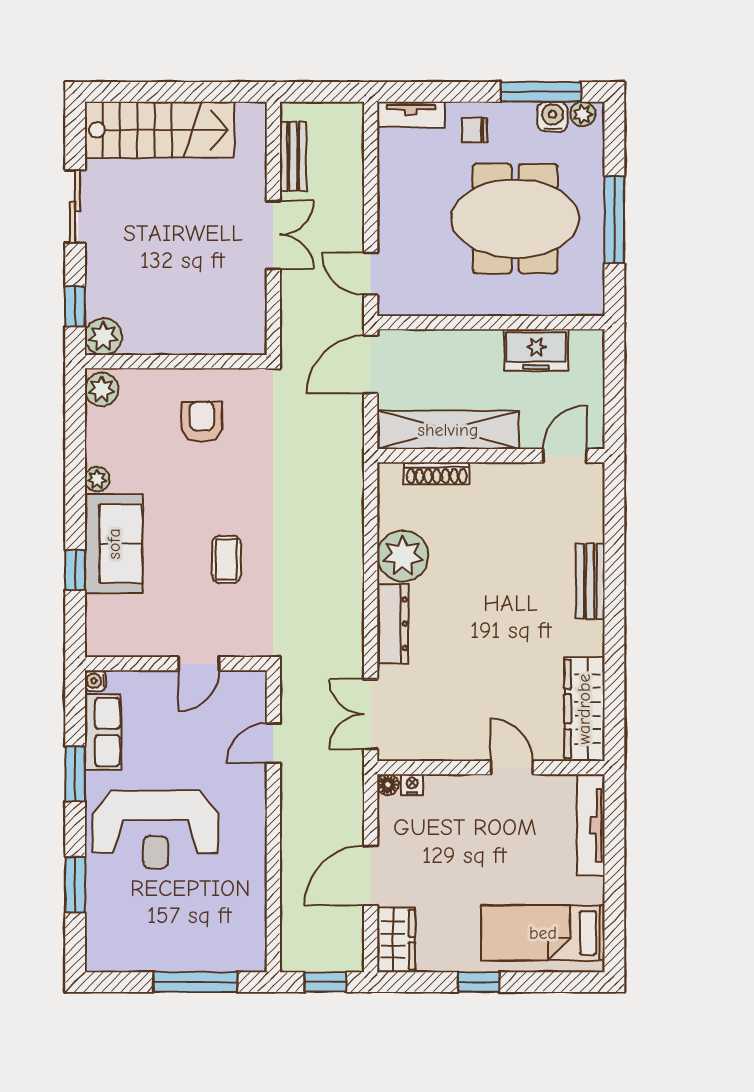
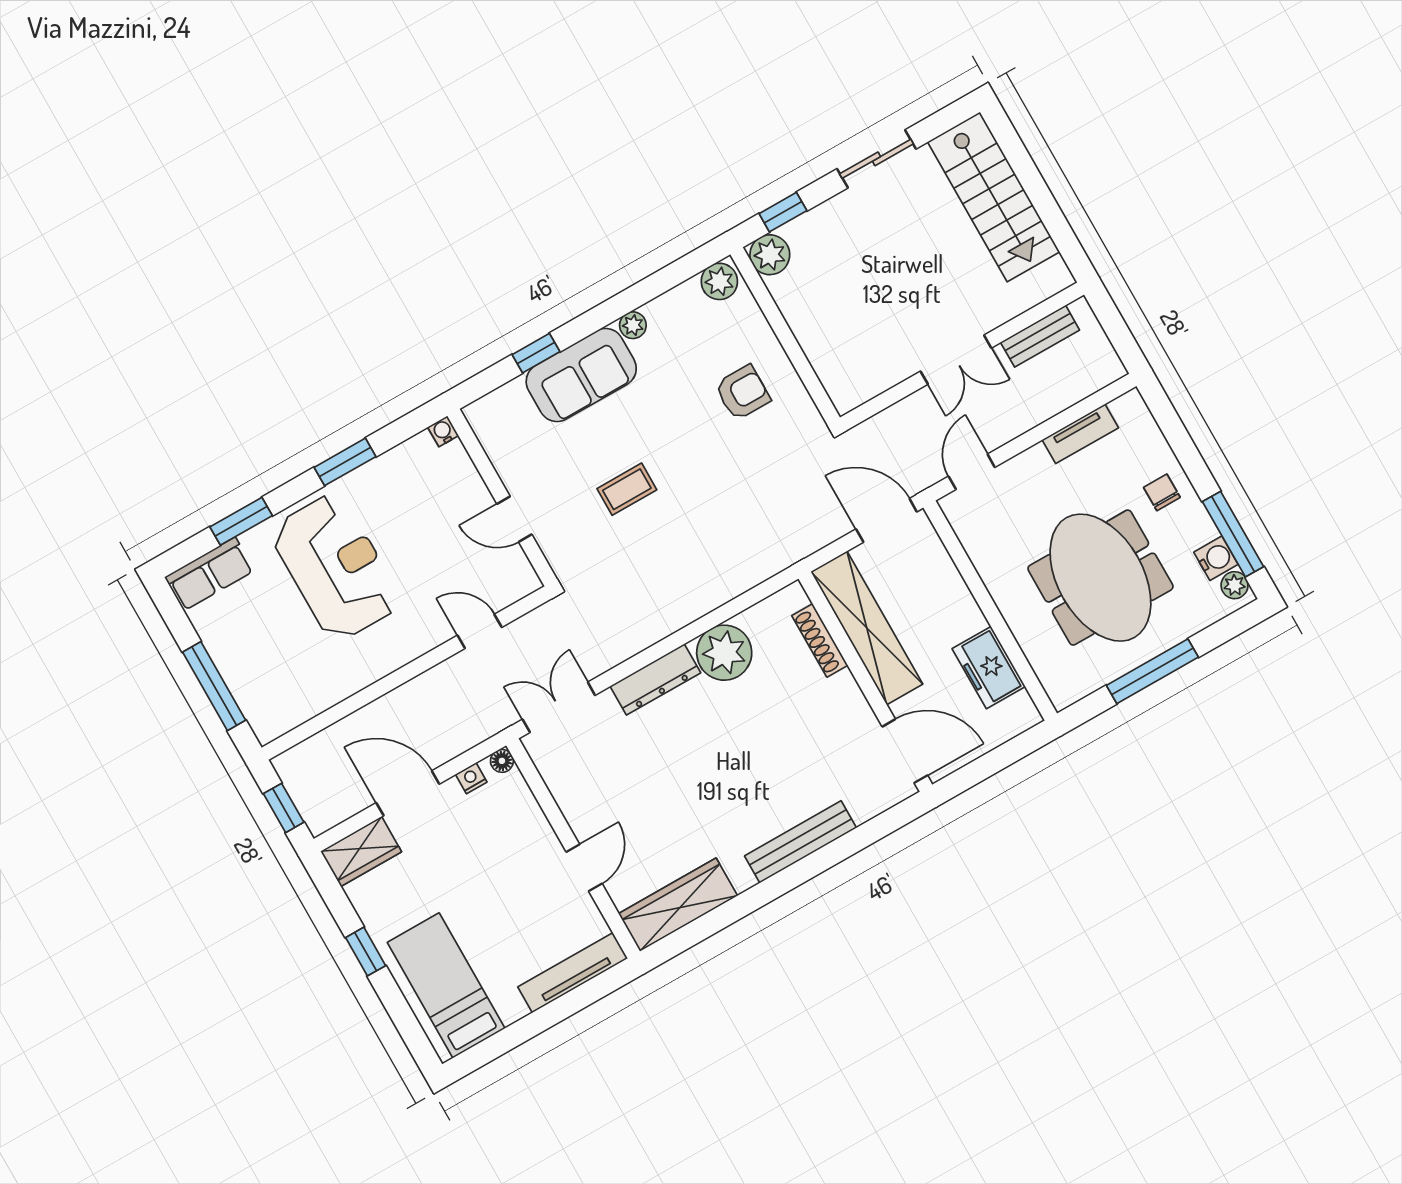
tv unit: (411, 114) -> (1080, 434), moved, turned -90
door: (565, 456) -> (905, 751), width x1.37
bench: (590, 581) -> (801, 842), width x1.36
row of seats: (103, 732) -> (209, 574), moved
nightstand: (412, 785) -> (471, 778), moved, turned -90
reception desk: (155, 829) -> (336, 567), turned 180

